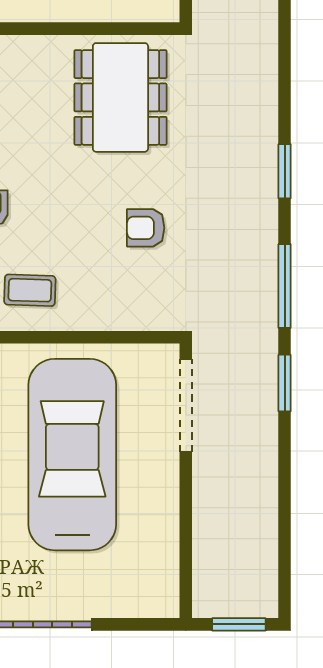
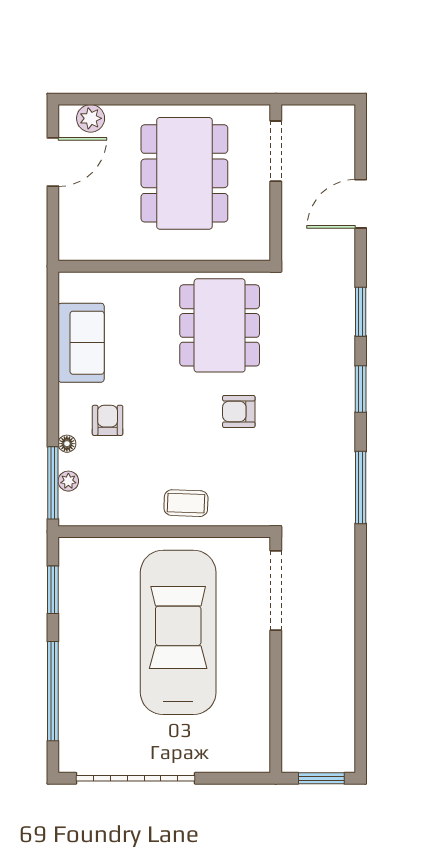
armchair: (146, 228) -> (239, 411), moved
coffee table: (30, 290) -> (186, 503), moved
window: (285, 383) -> (361, 312), moved

